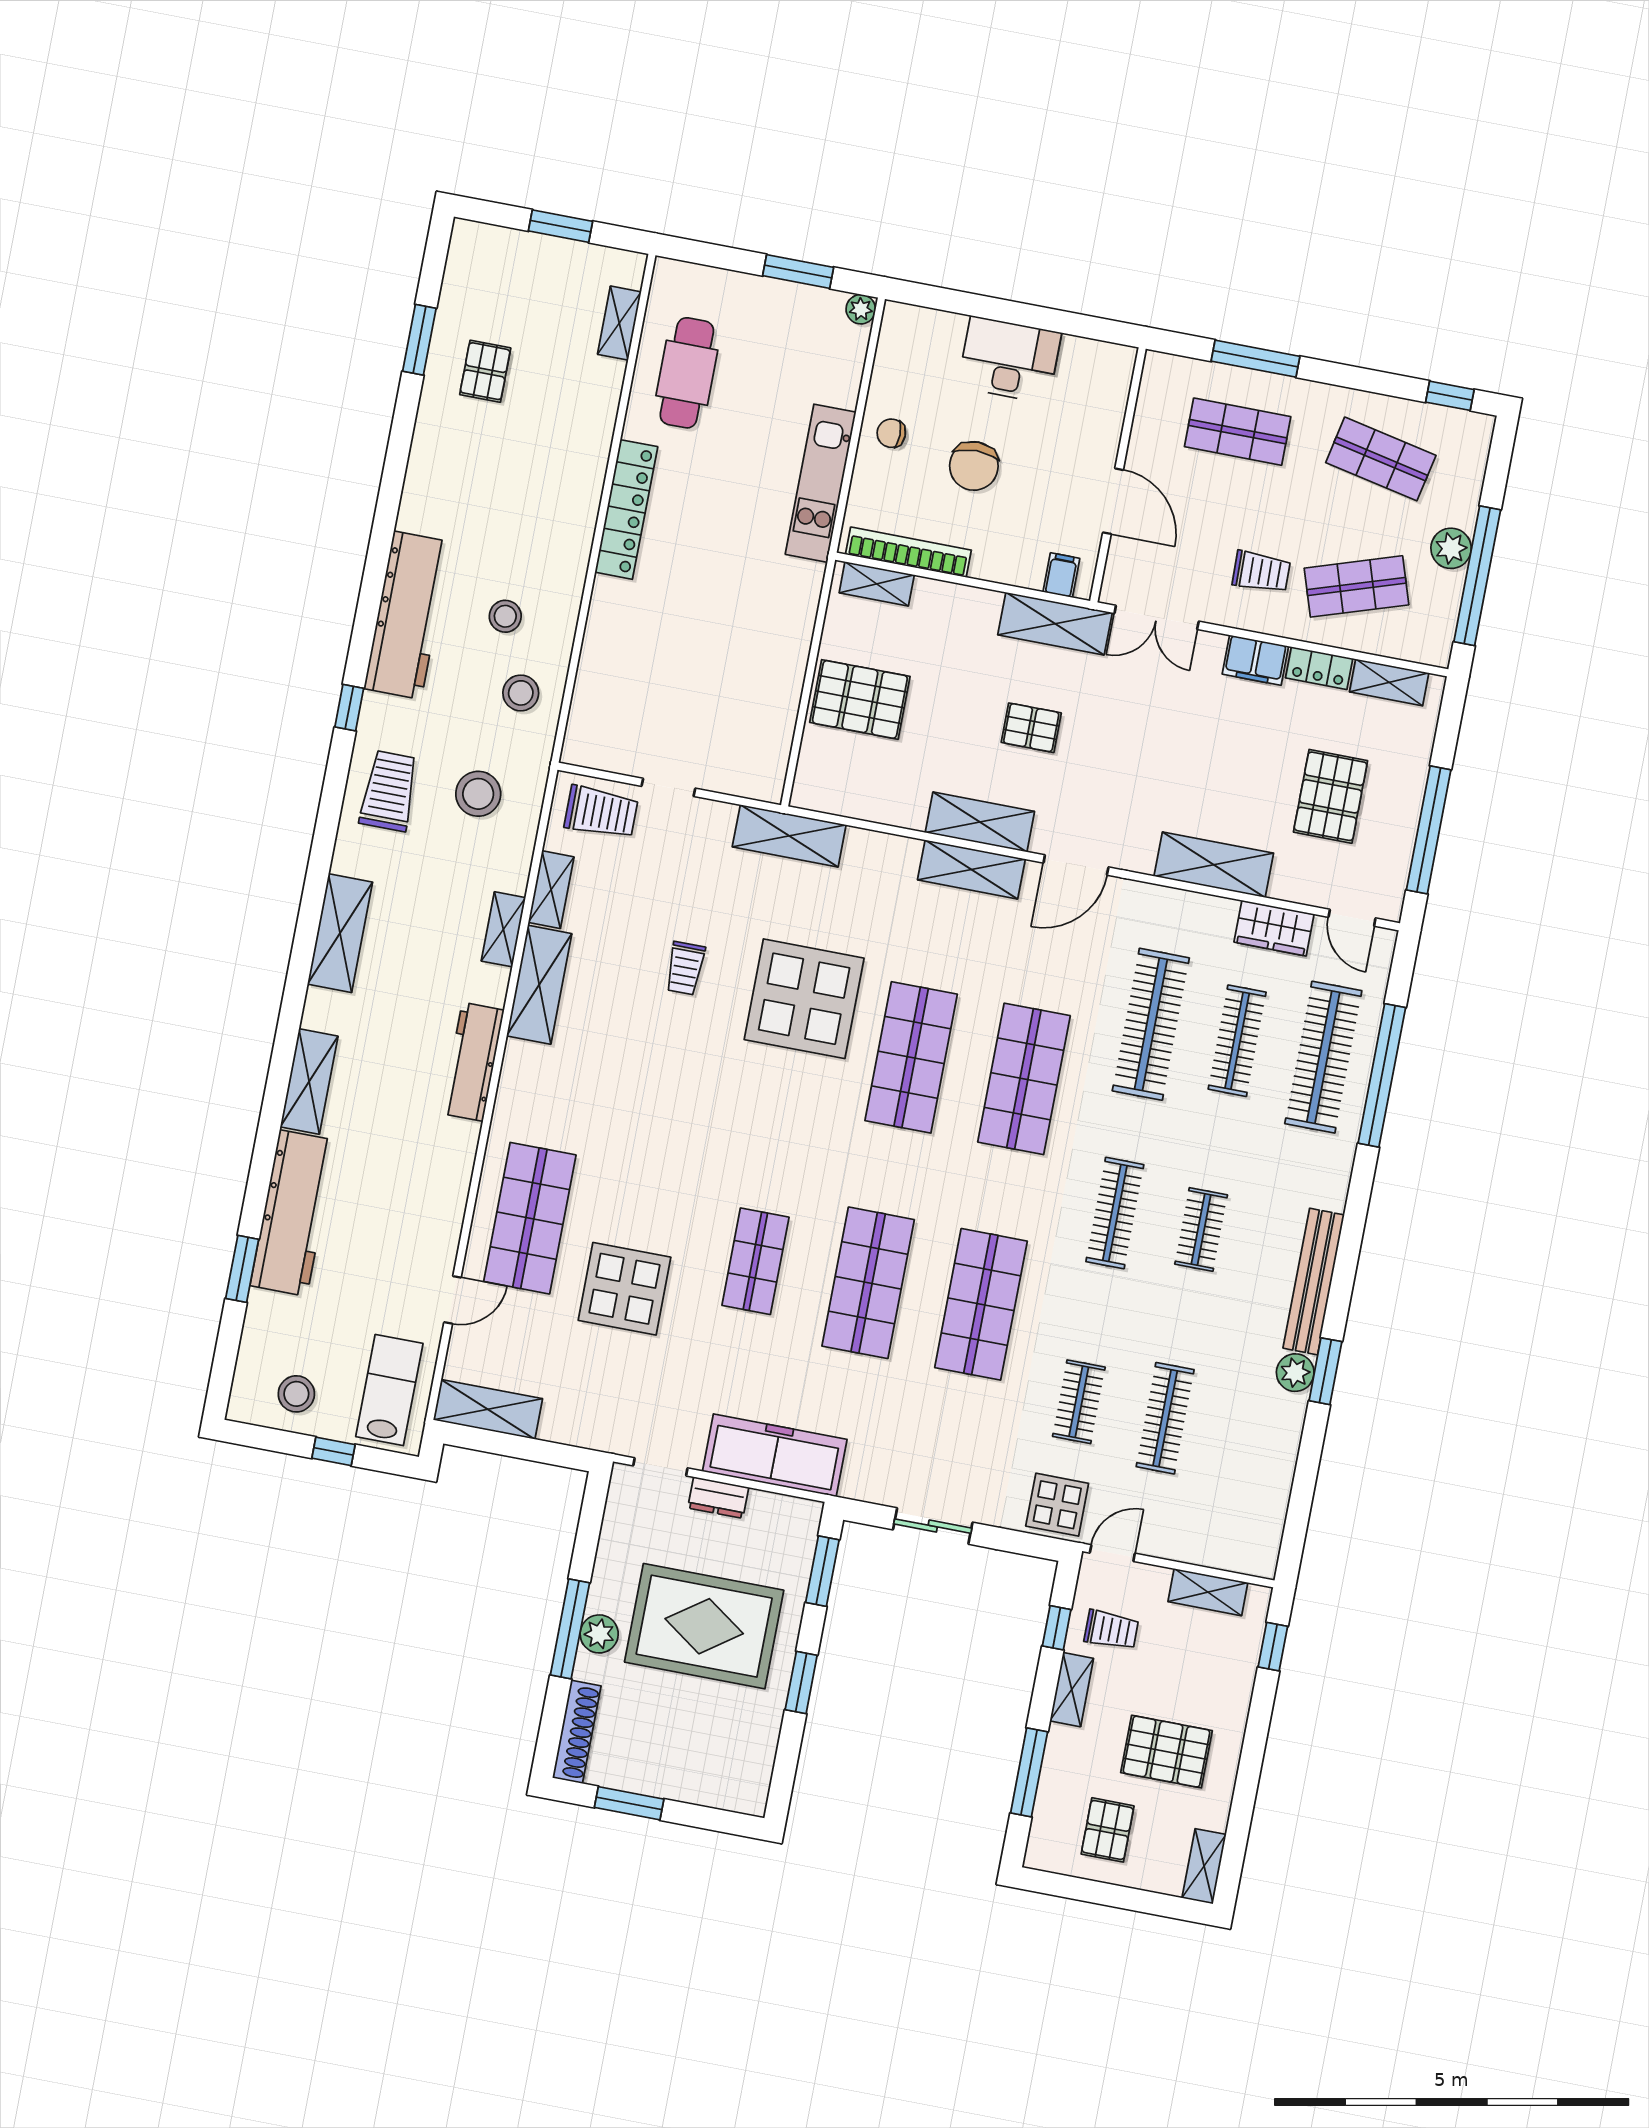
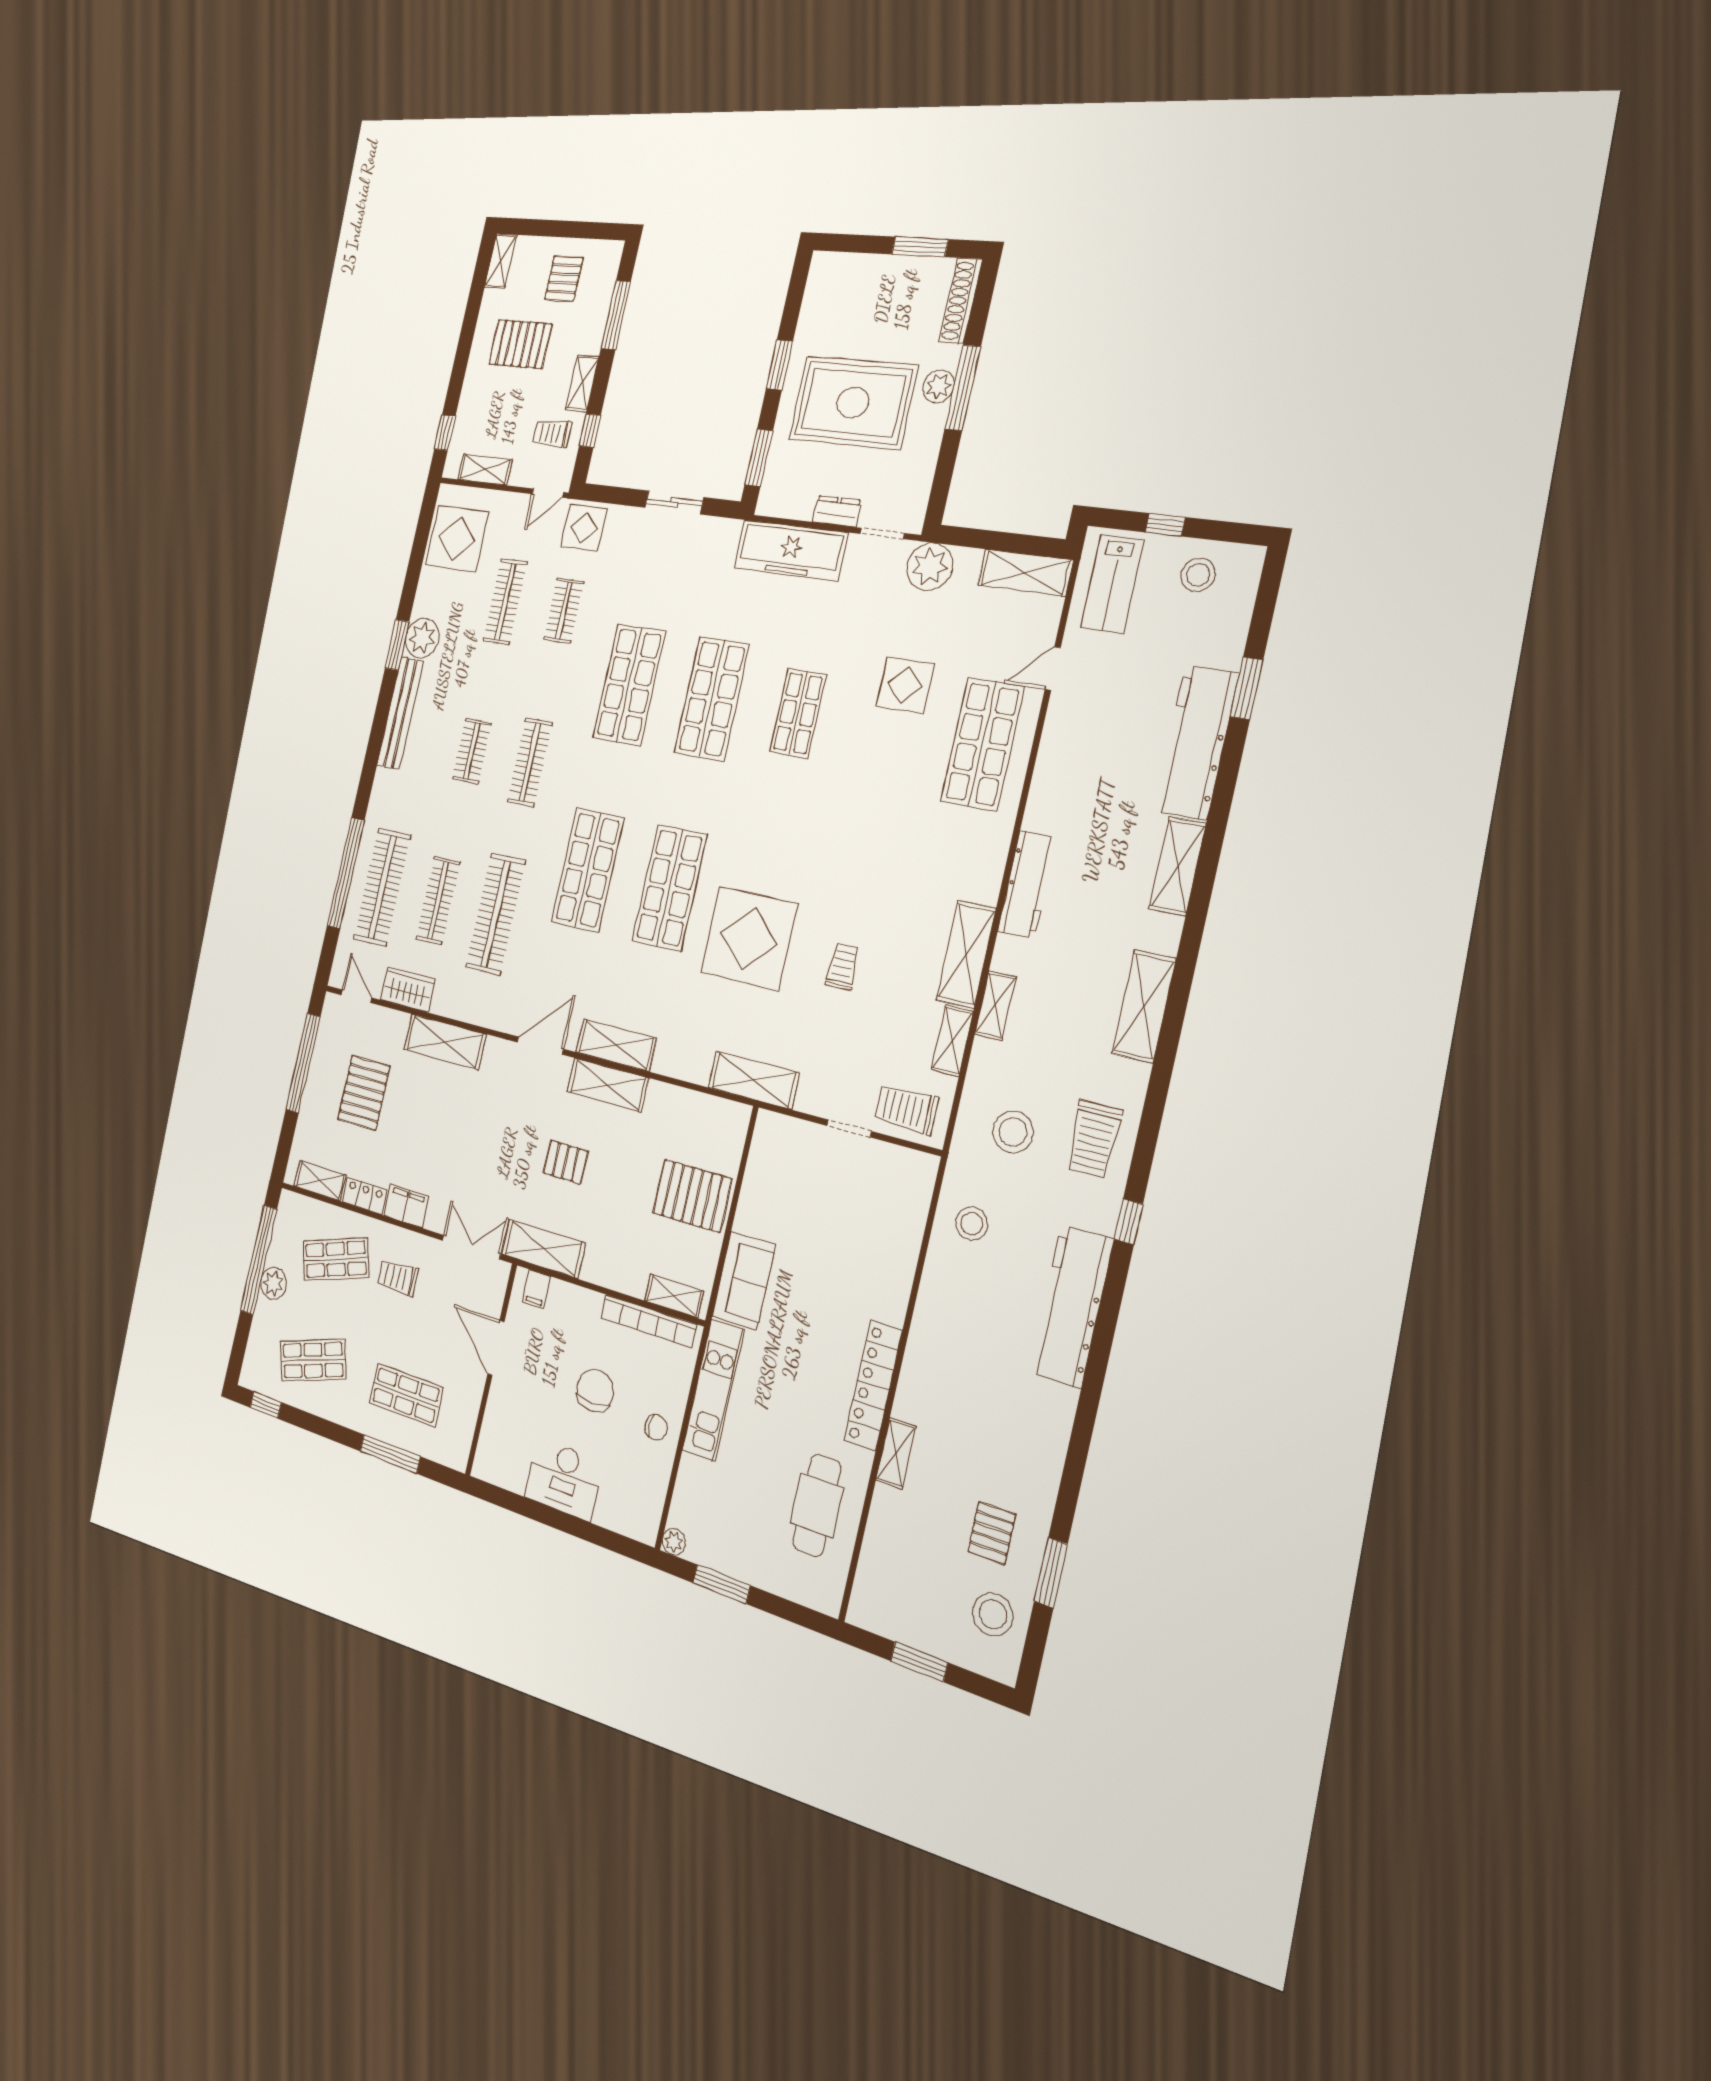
shelving: (619, 323) -> (896, 1453), moved
shop shelf: (1381, 459) -> (313, 1360), turned -30
sofa: (789, 609) -> (744, 1281), added
stool: (505, 616) -> (993, 1614), moved, width x1.38, depth x1.38
display table: (625, 1289) -> (905, 685), width x0.73, depth x0.73
plant: (1295, 1373) -> (422, 638), width x1.36, depth x1.36
plant: (601, 1424) -> (930, 567), added
display table: (1244, 1505) -> (457, 539), added

